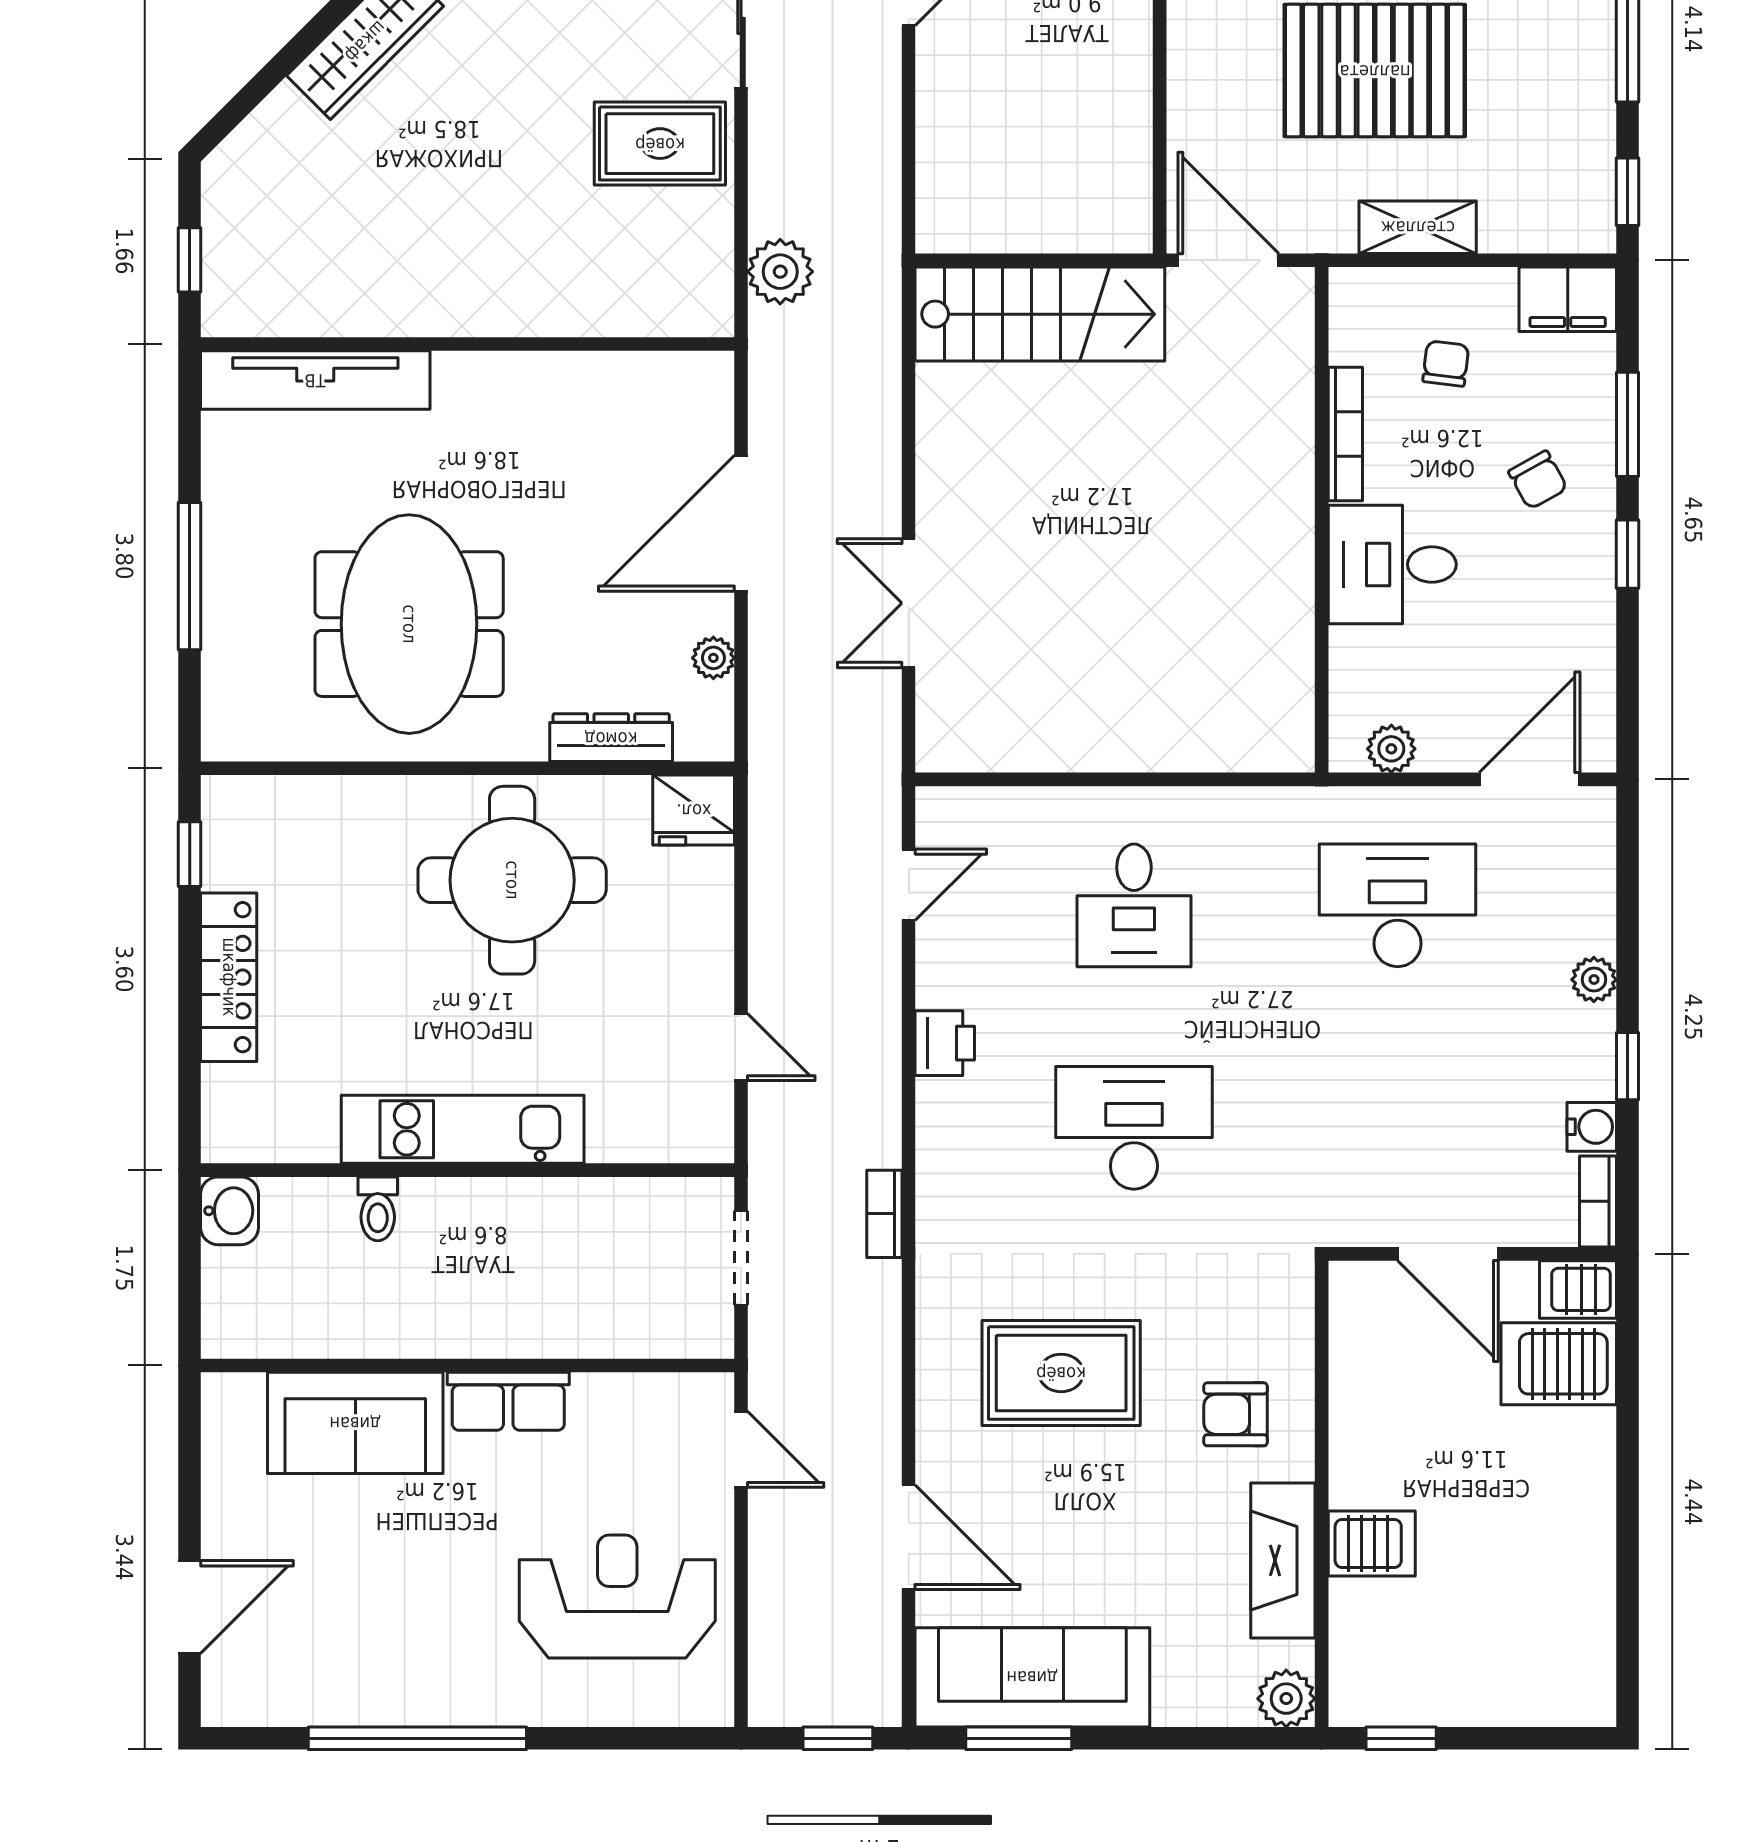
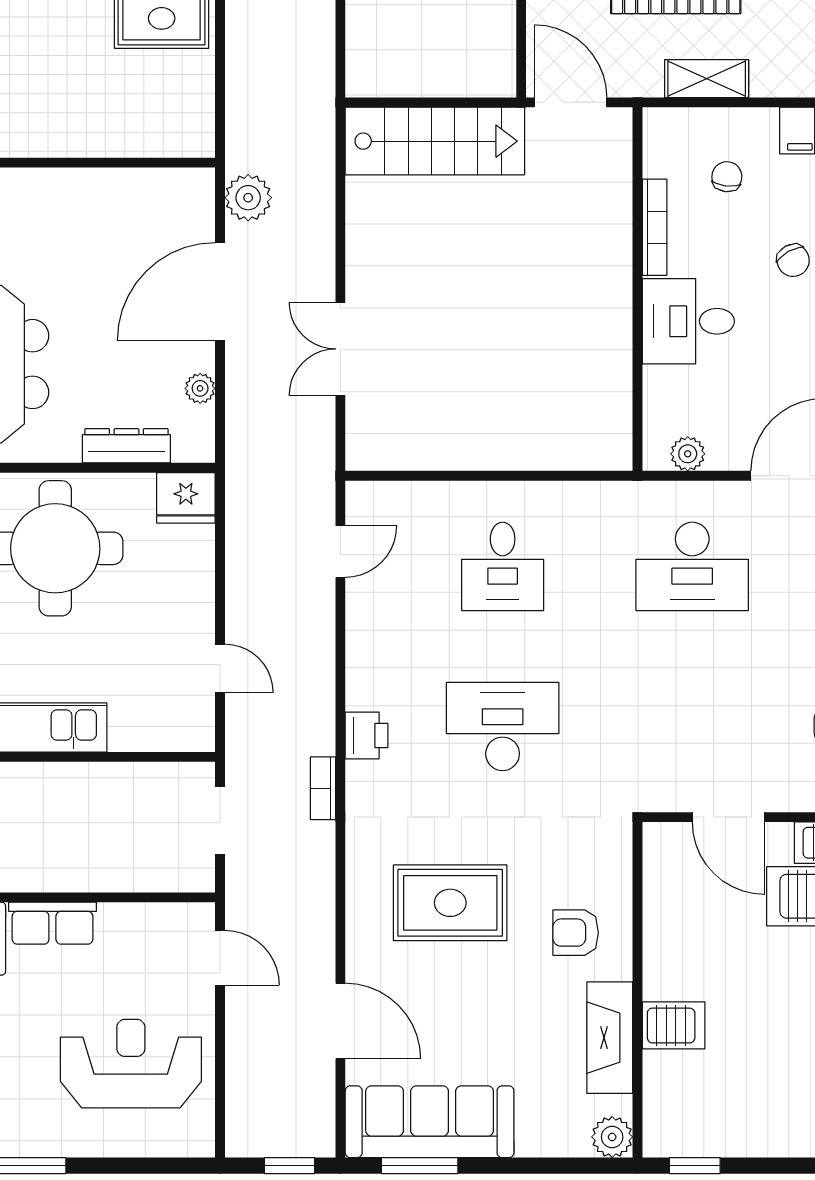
plant: (780, 272) -> (248, 198), moved
desk: (1398, 905) -> (692, 566), turned 180
printer: (945, 1043) -> (366, 735), moved

